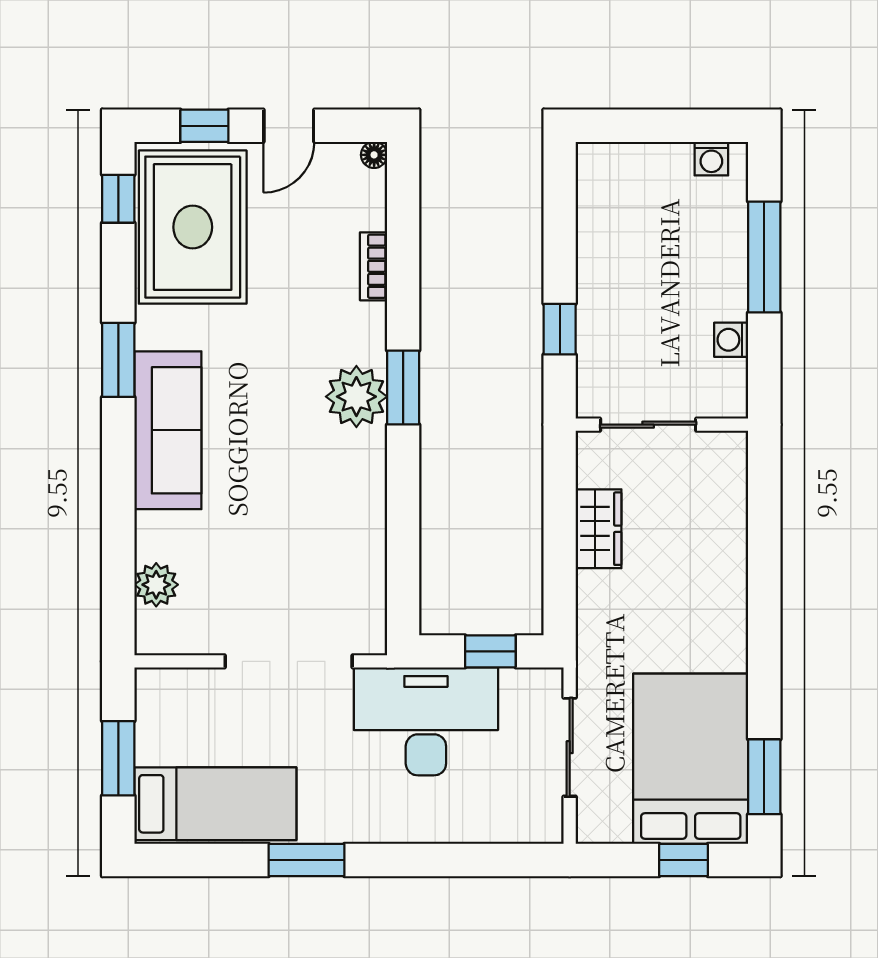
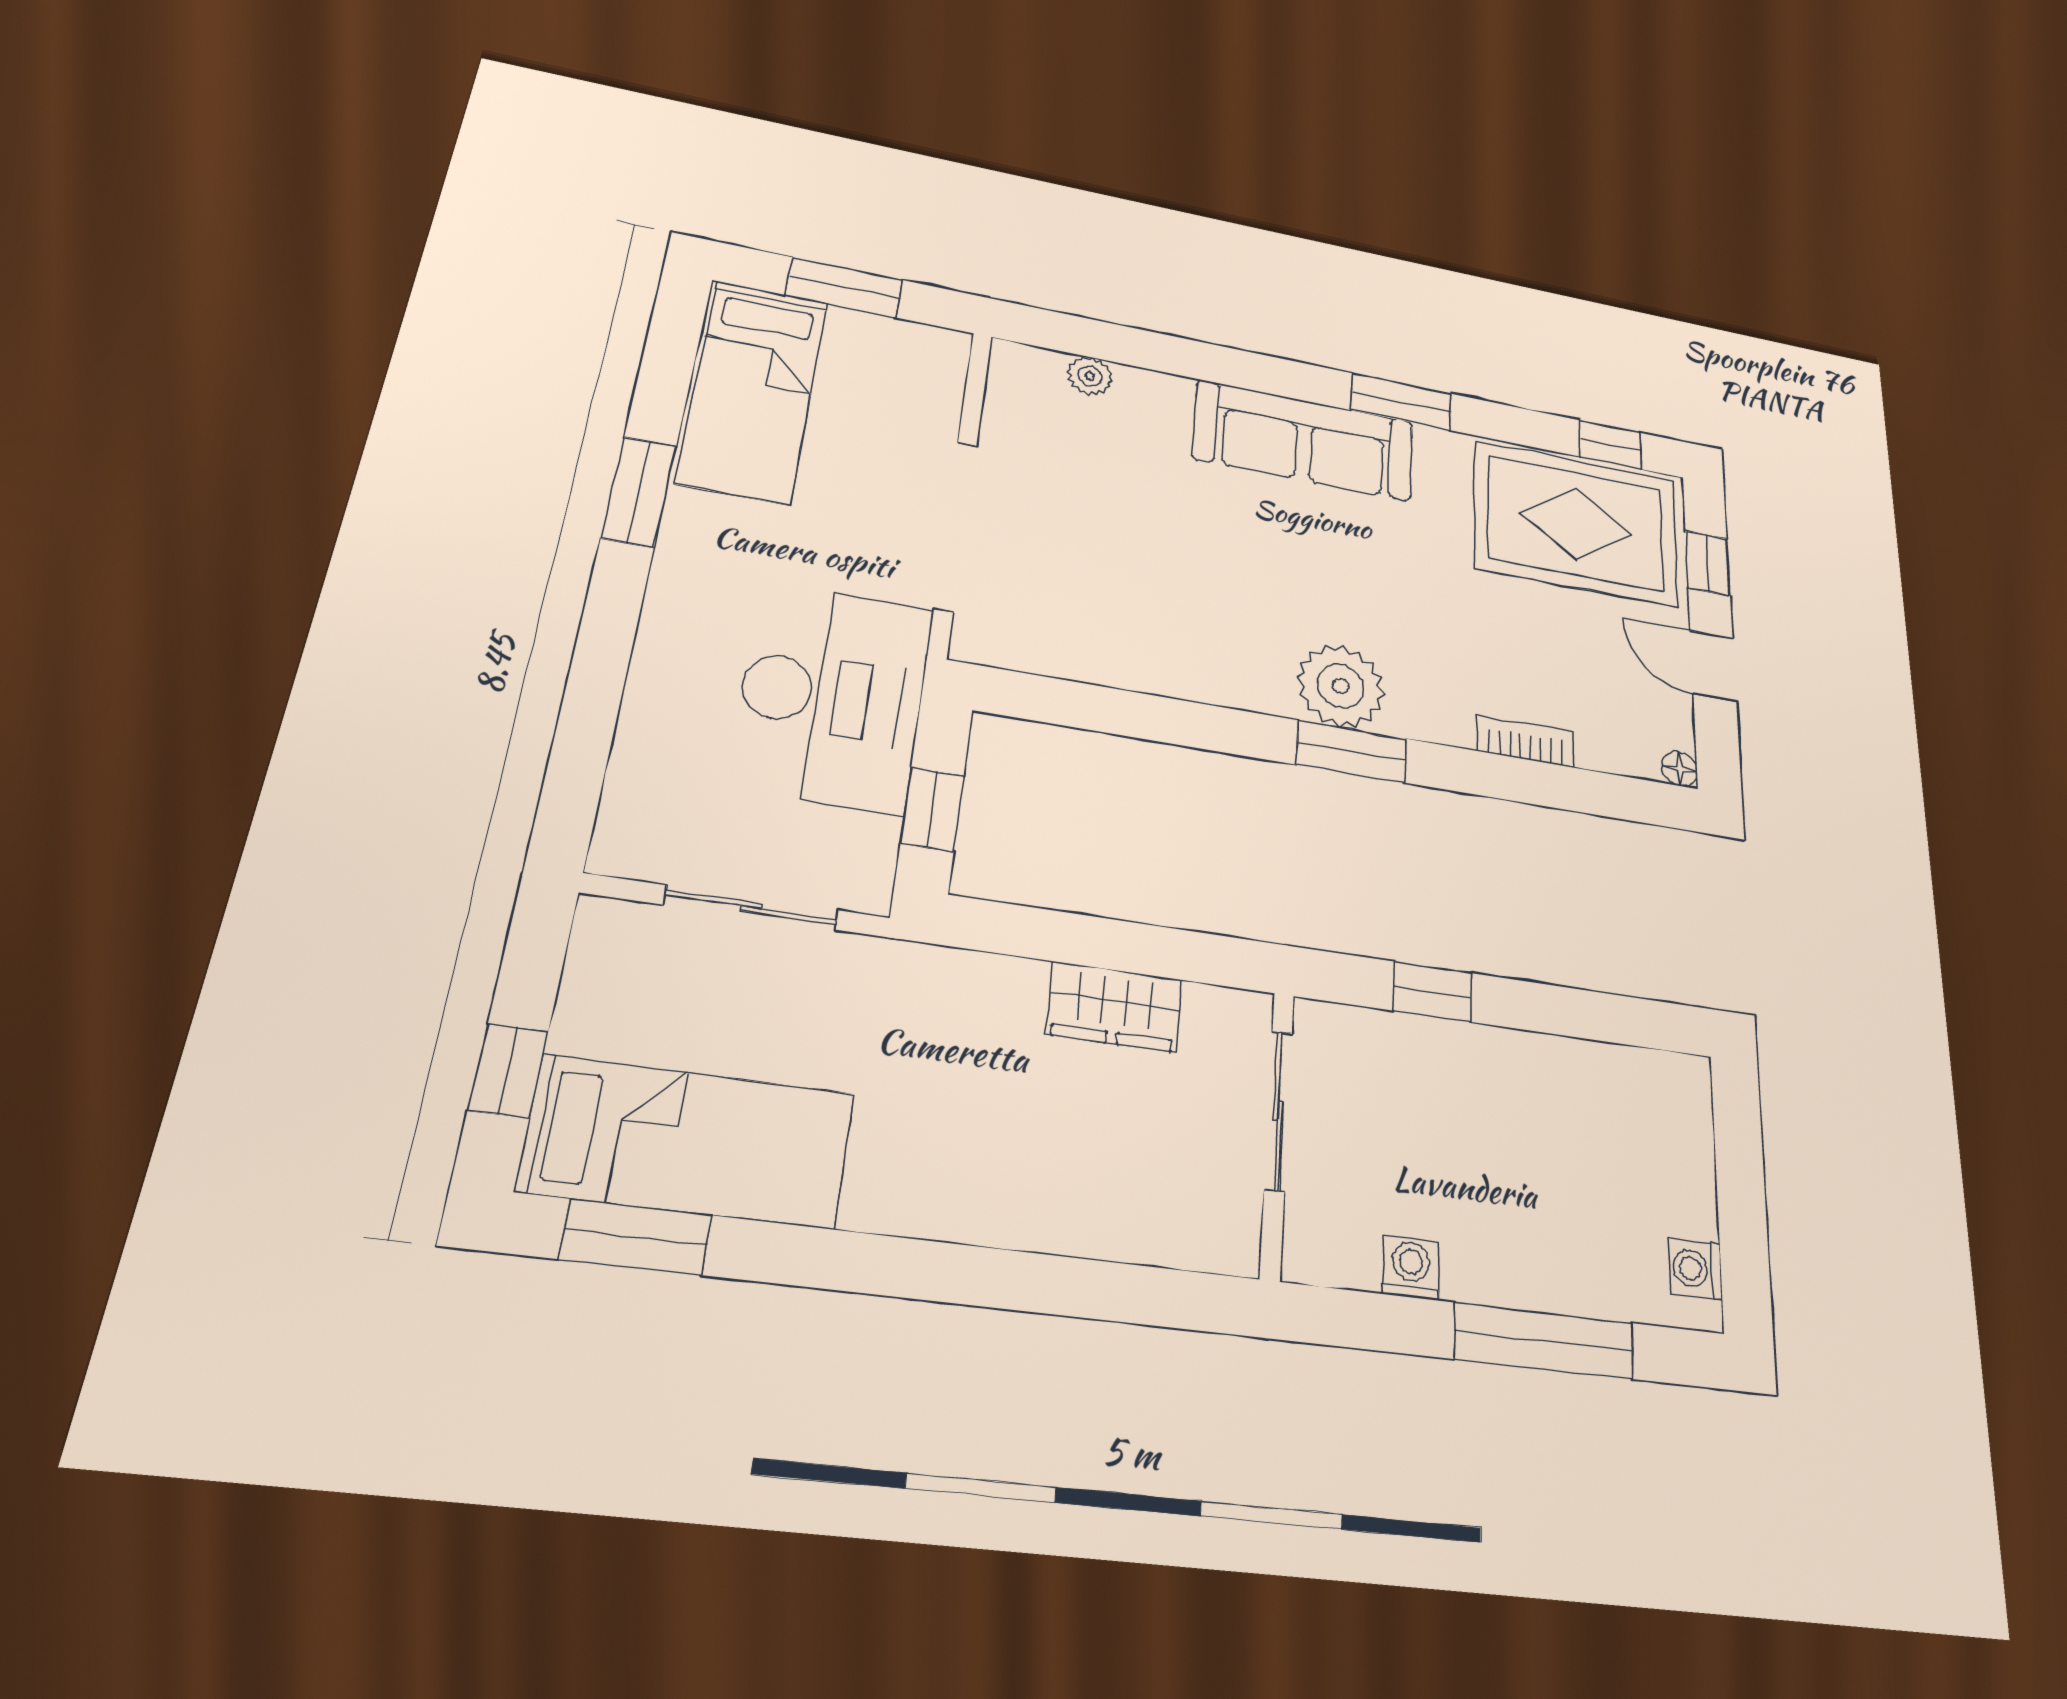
plant: (156, 585) -> (1090, 376), width x0.73, depth x0.73
bed: (691, 759) -> (688, 1142), width x0.67

